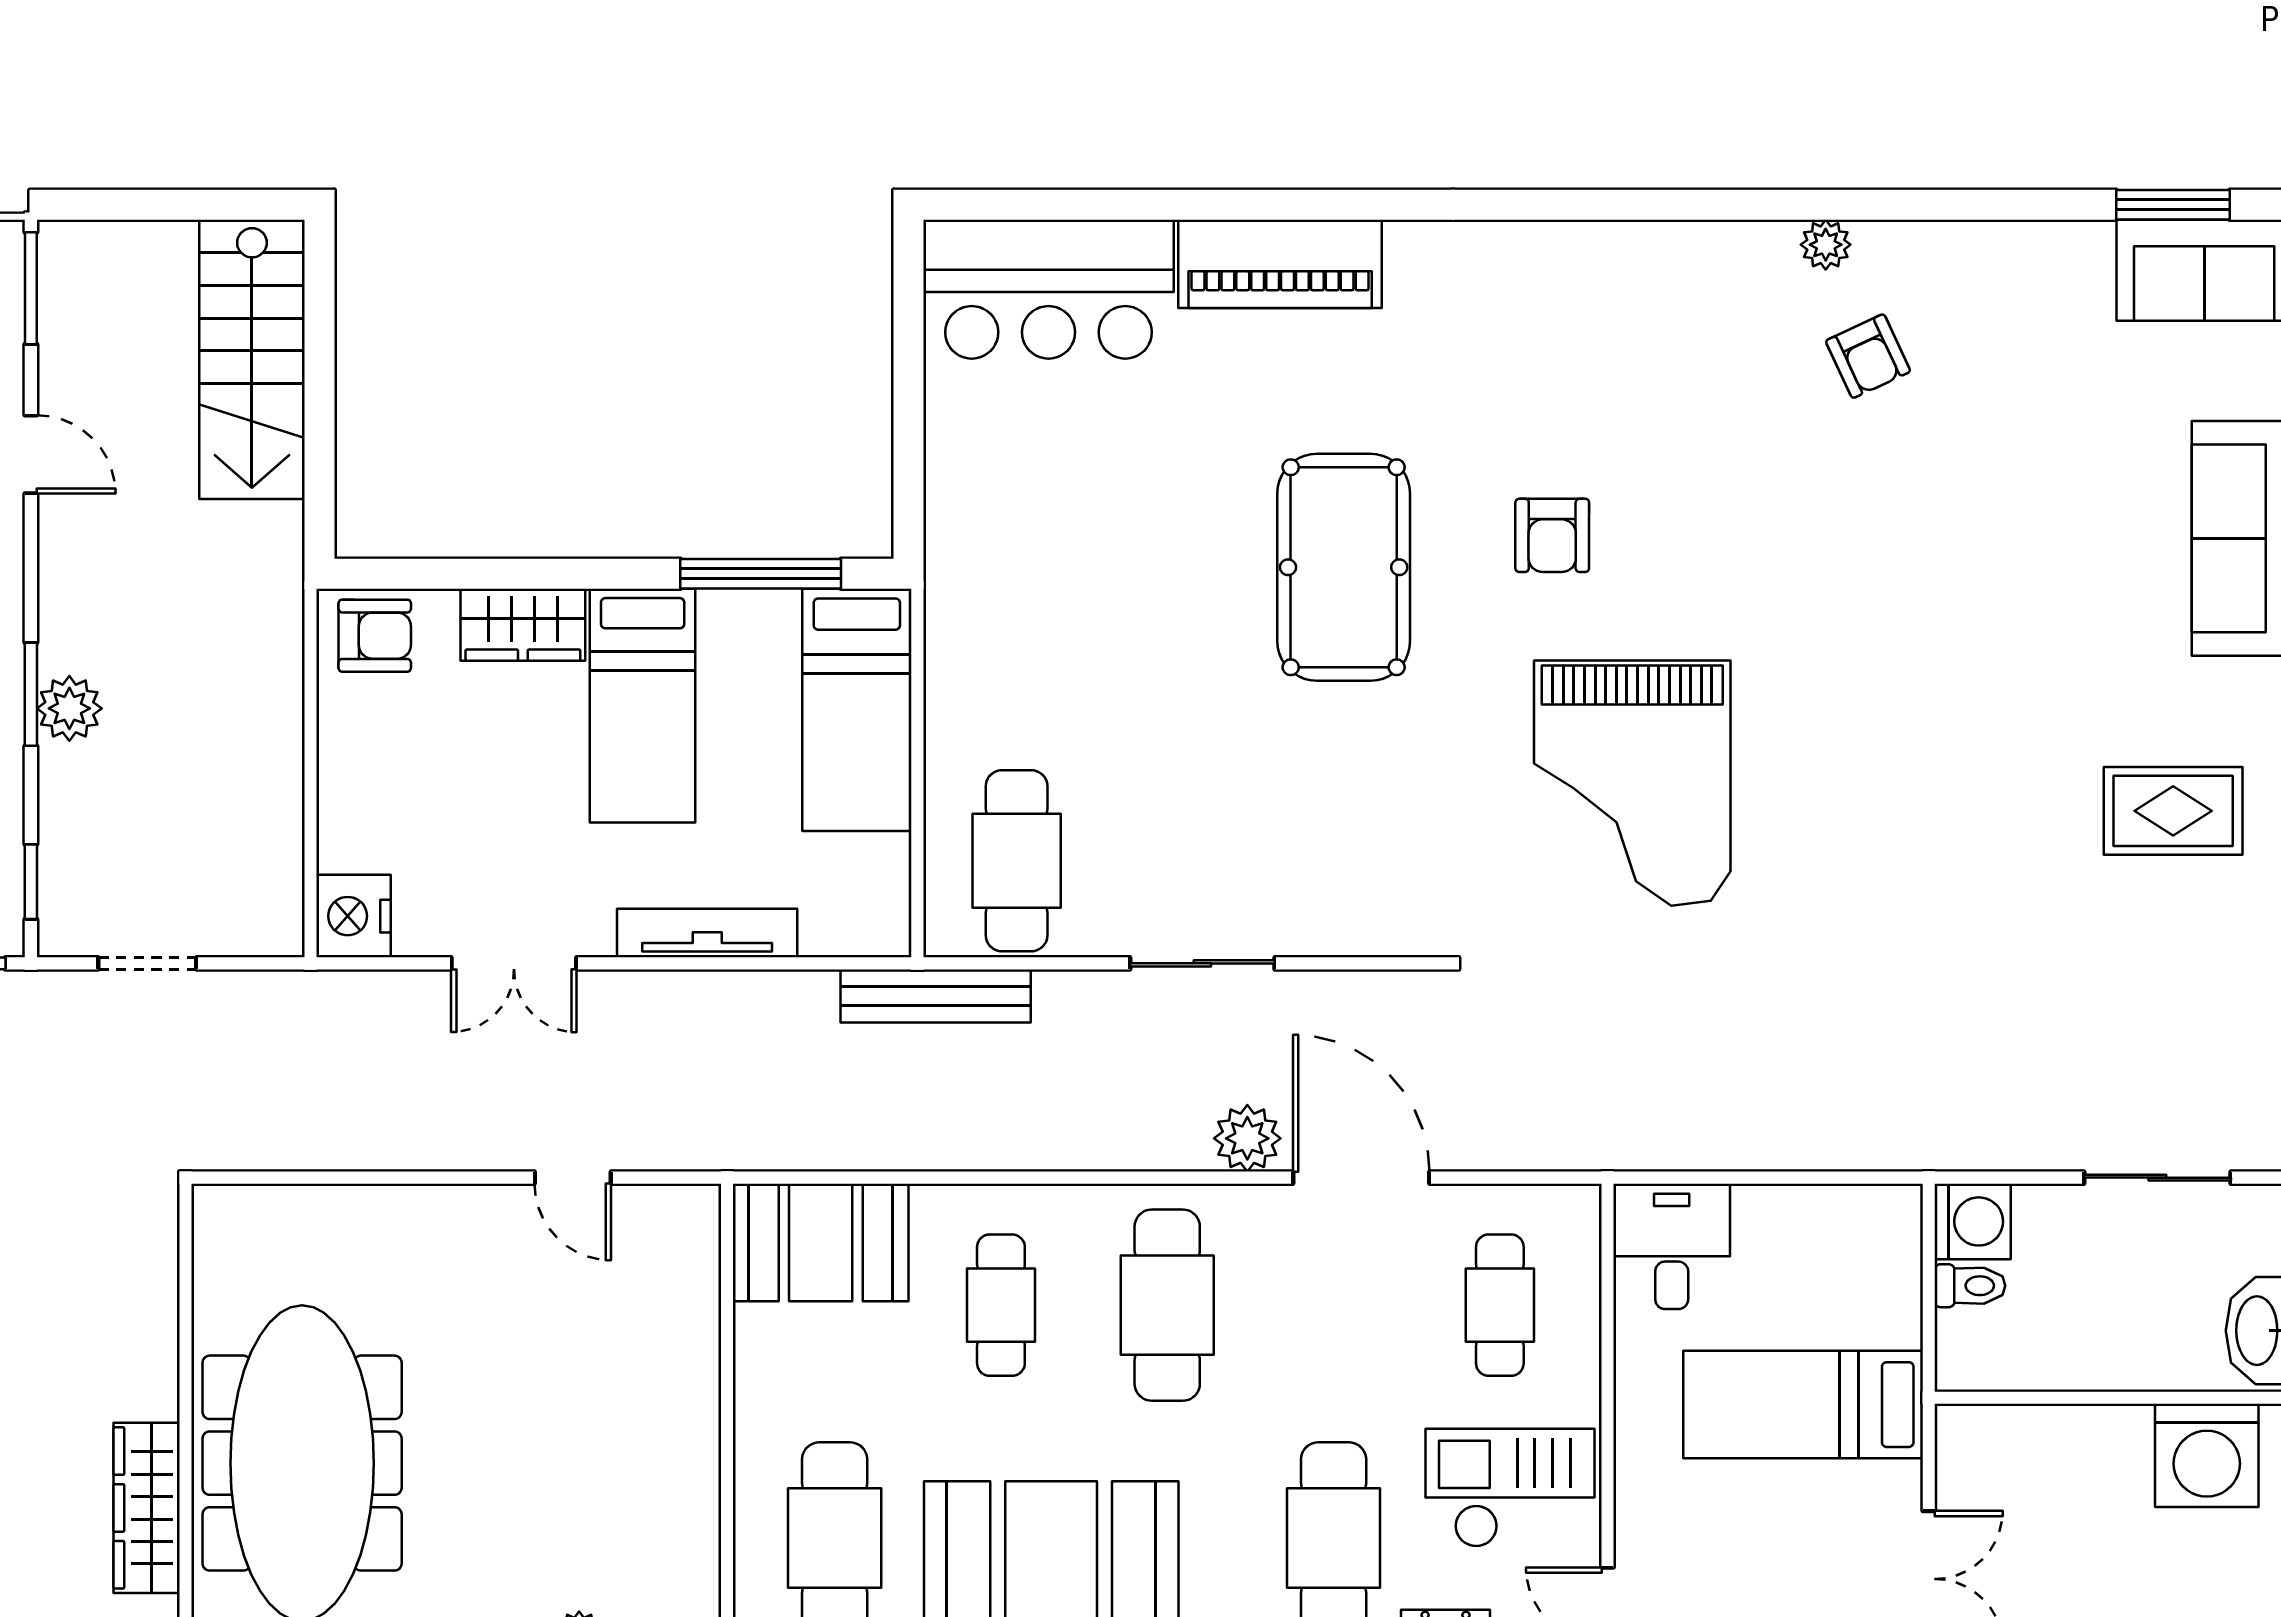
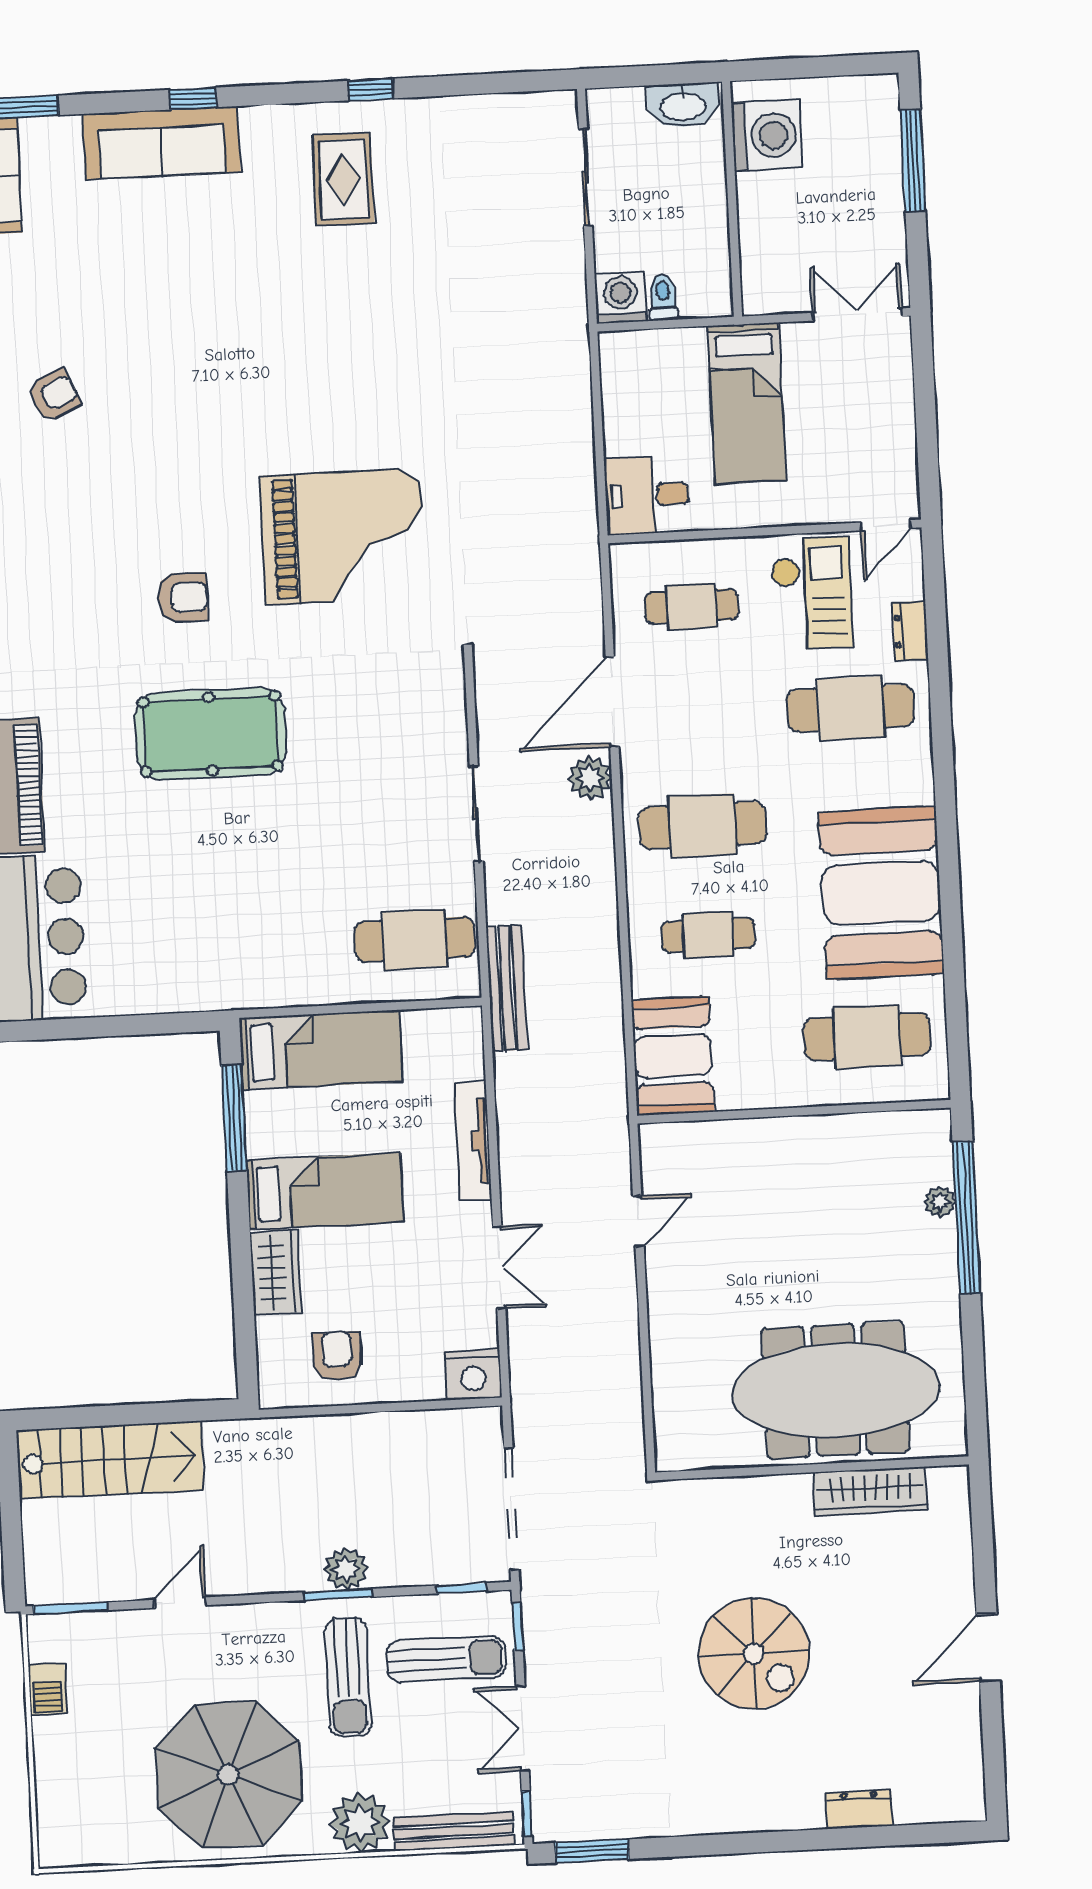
armchair: (375, 636) -> (337, 1356), moved
doorway: (147, 963) -> (511, 1509), width x1.87
checkout: (1510, 1488) -> (812, 594), turned 180

